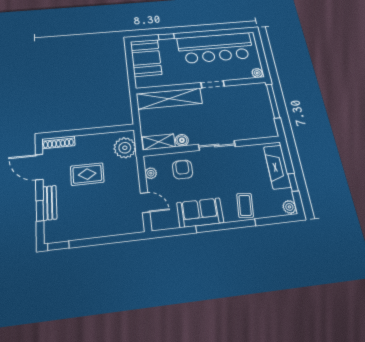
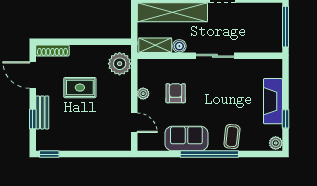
boiler: (182, 140) -> (179, 46), moved
shelving: (159, 142) -> (155, 45), moved
wall: (212, 146) -> (210, 56), moved
sliding door: (217, 146) -> (215, 56), moved

